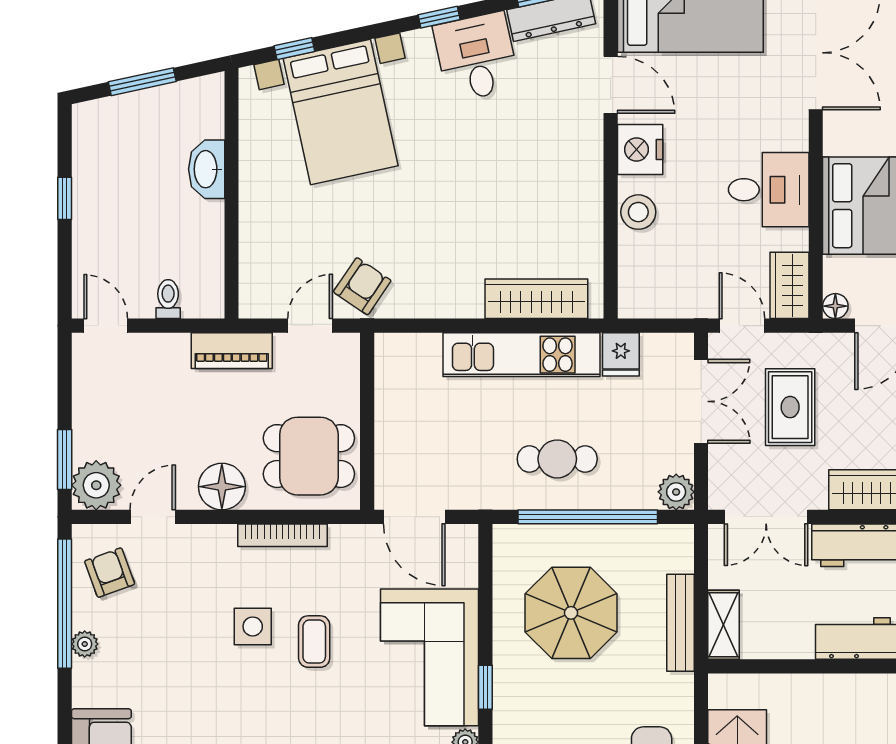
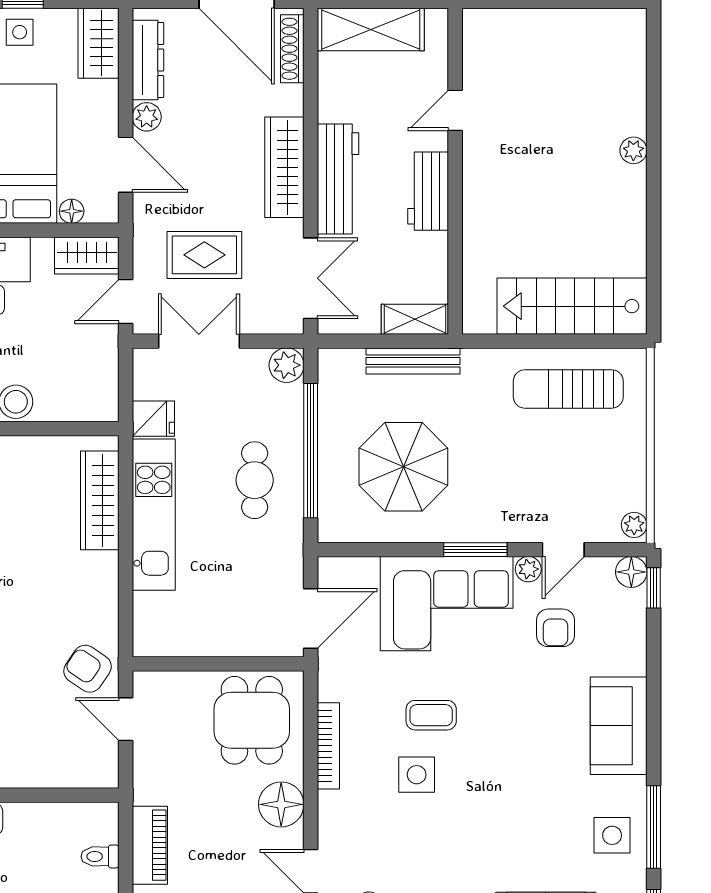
floor lamp: (835, 306) -> (72, 211), moved
piano: (232, 351) -> (150, 845), moved
window: (485, 687) -> (475, 550), width x1.50

